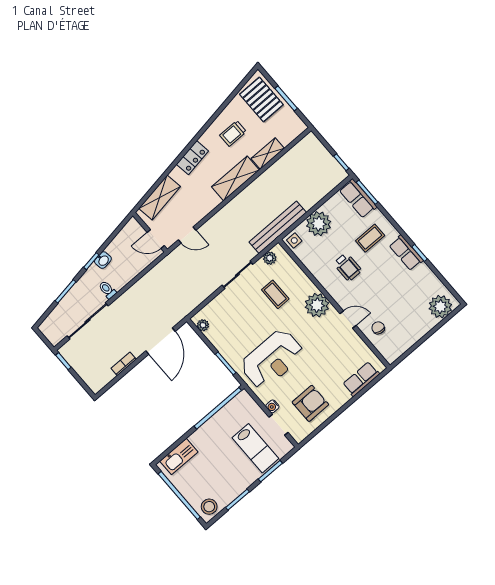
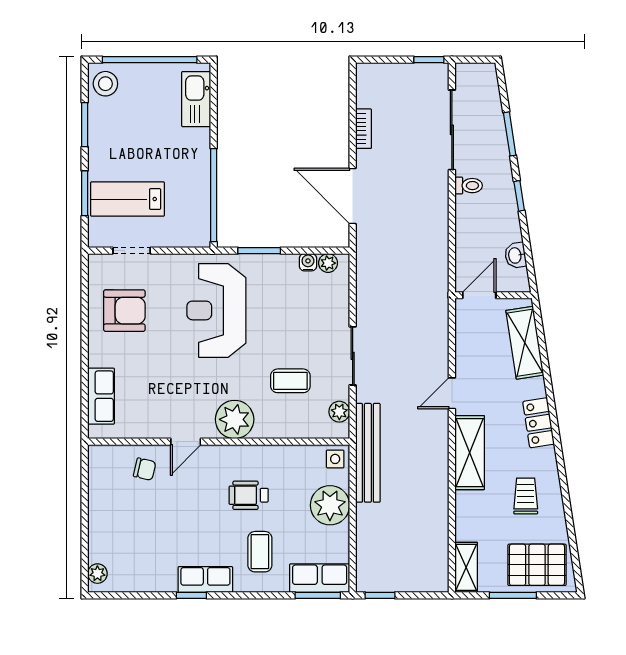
shelving: (268, 153) -> (466, 567), moved
door: (187, 235) -> (452, 393), moved
washbasin: (103, 260) -> (515, 255), moved
plant: (440, 307) -> (97, 574), width x0.53, depth x0.53
armchair: (310, 403) -> (124, 311), turned -90
water cooler: (272, 406) -> (308, 262), moved

